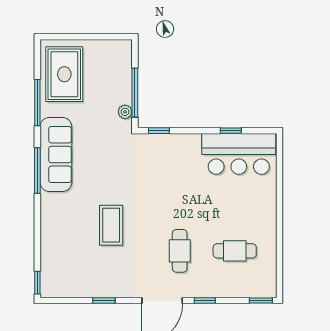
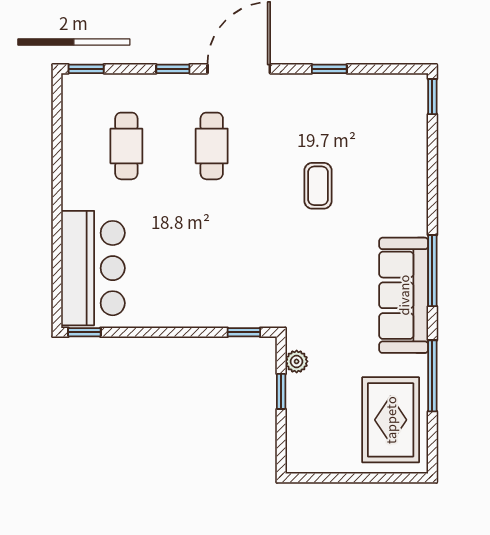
window: (135, 93) -> (281, 391), width x0.46
window: (231, 131) -> (84, 332), moved
bar counter: (239, 154) -> (93, 268), moved, turned 90
coffee table: (111, 225) -> (318, 186), width x0.73, depth x0.77
cafe table: (235, 251) -> (126, 146), turned 90

